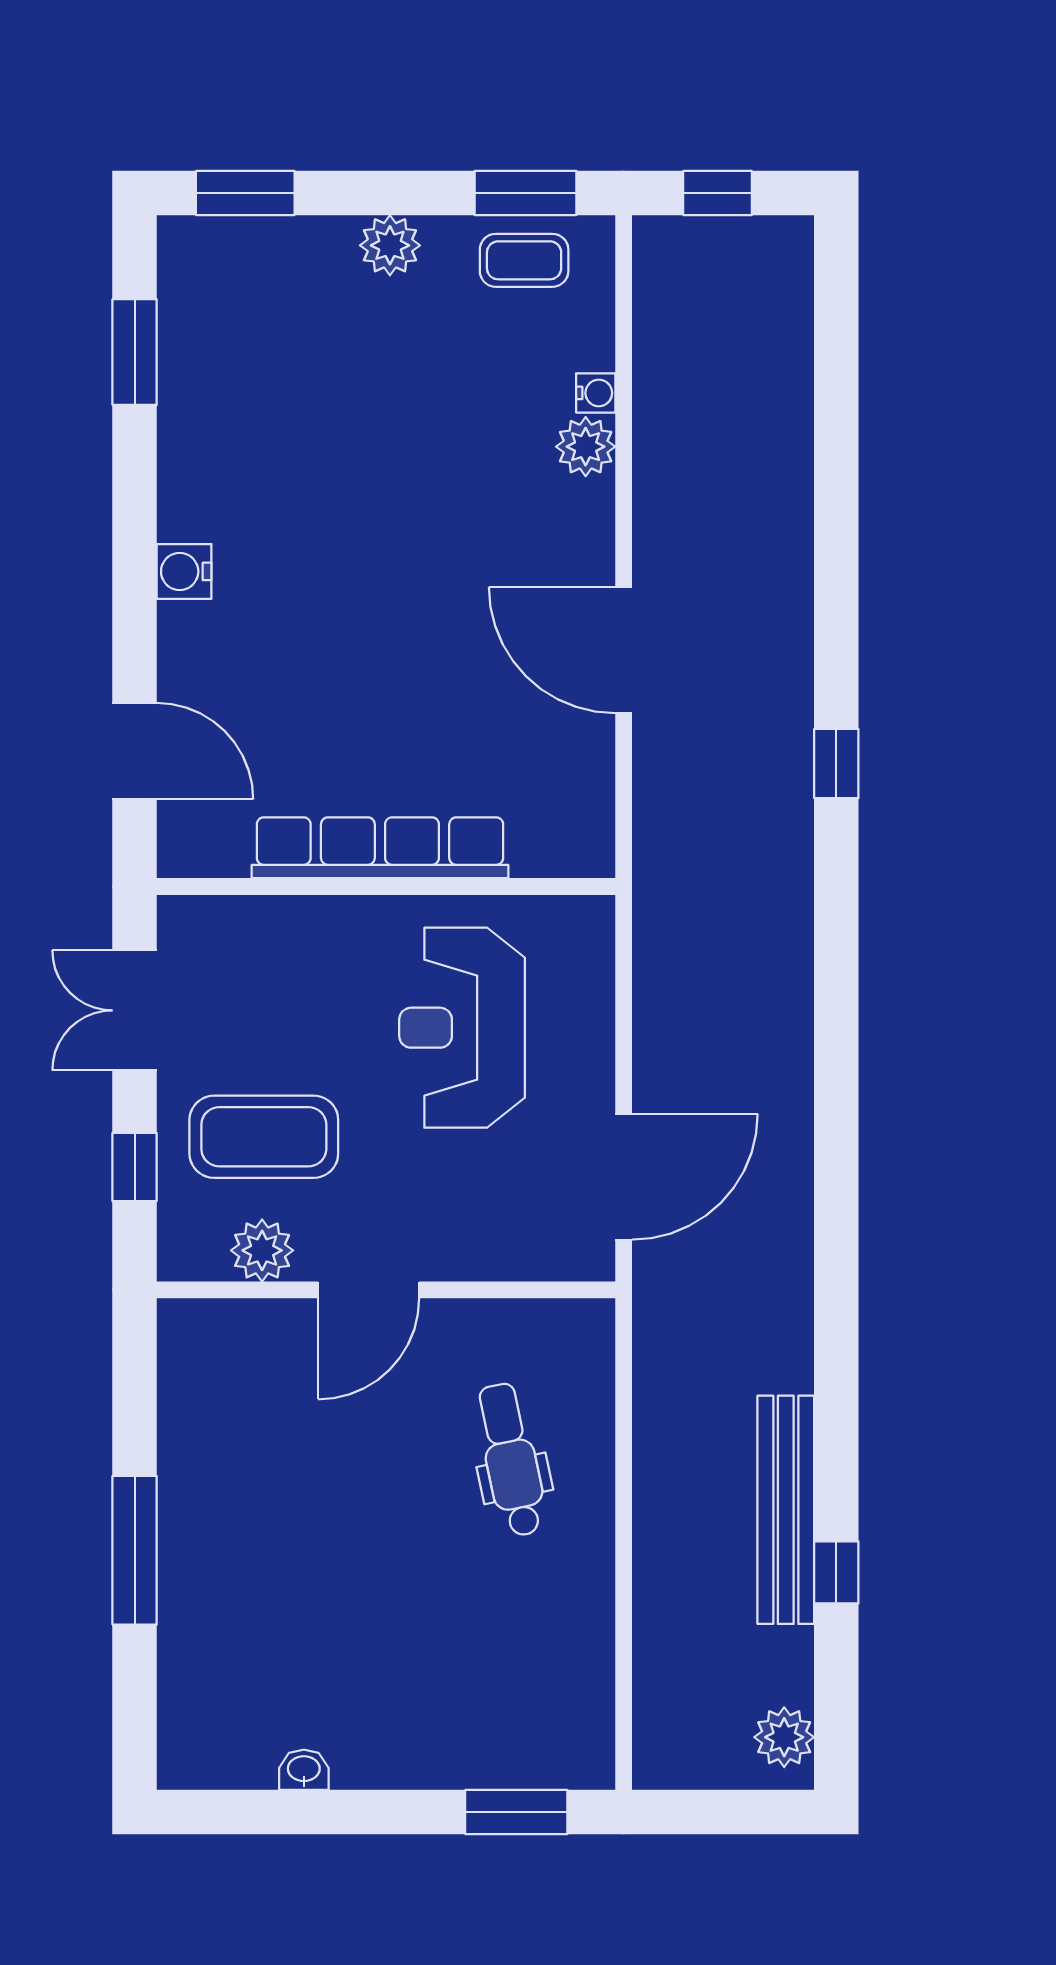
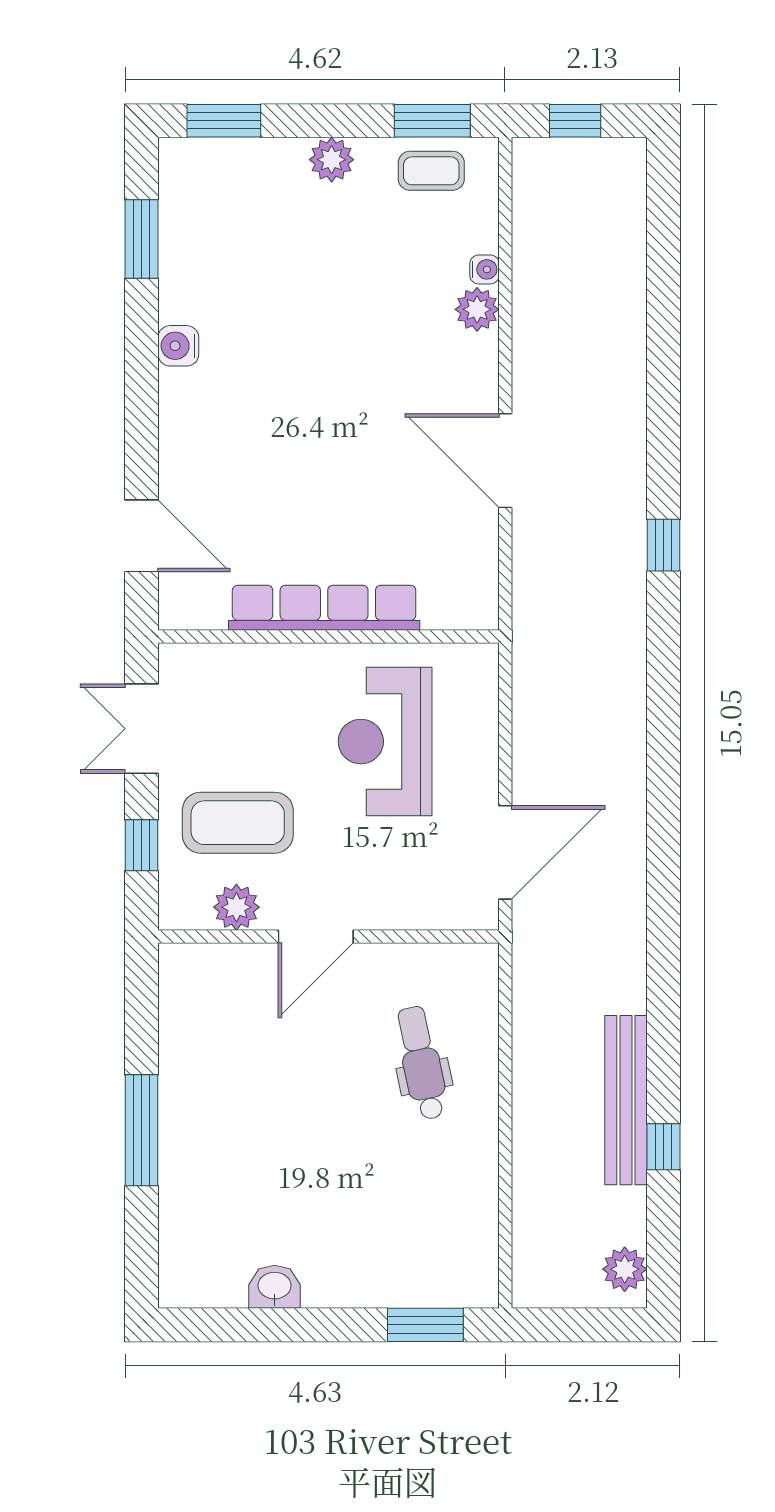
water cooler: (184, 571) -> (178, 346), moved
washbasin: (304, 1770) -> (275, 1287), width x1.38, depth x1.45

